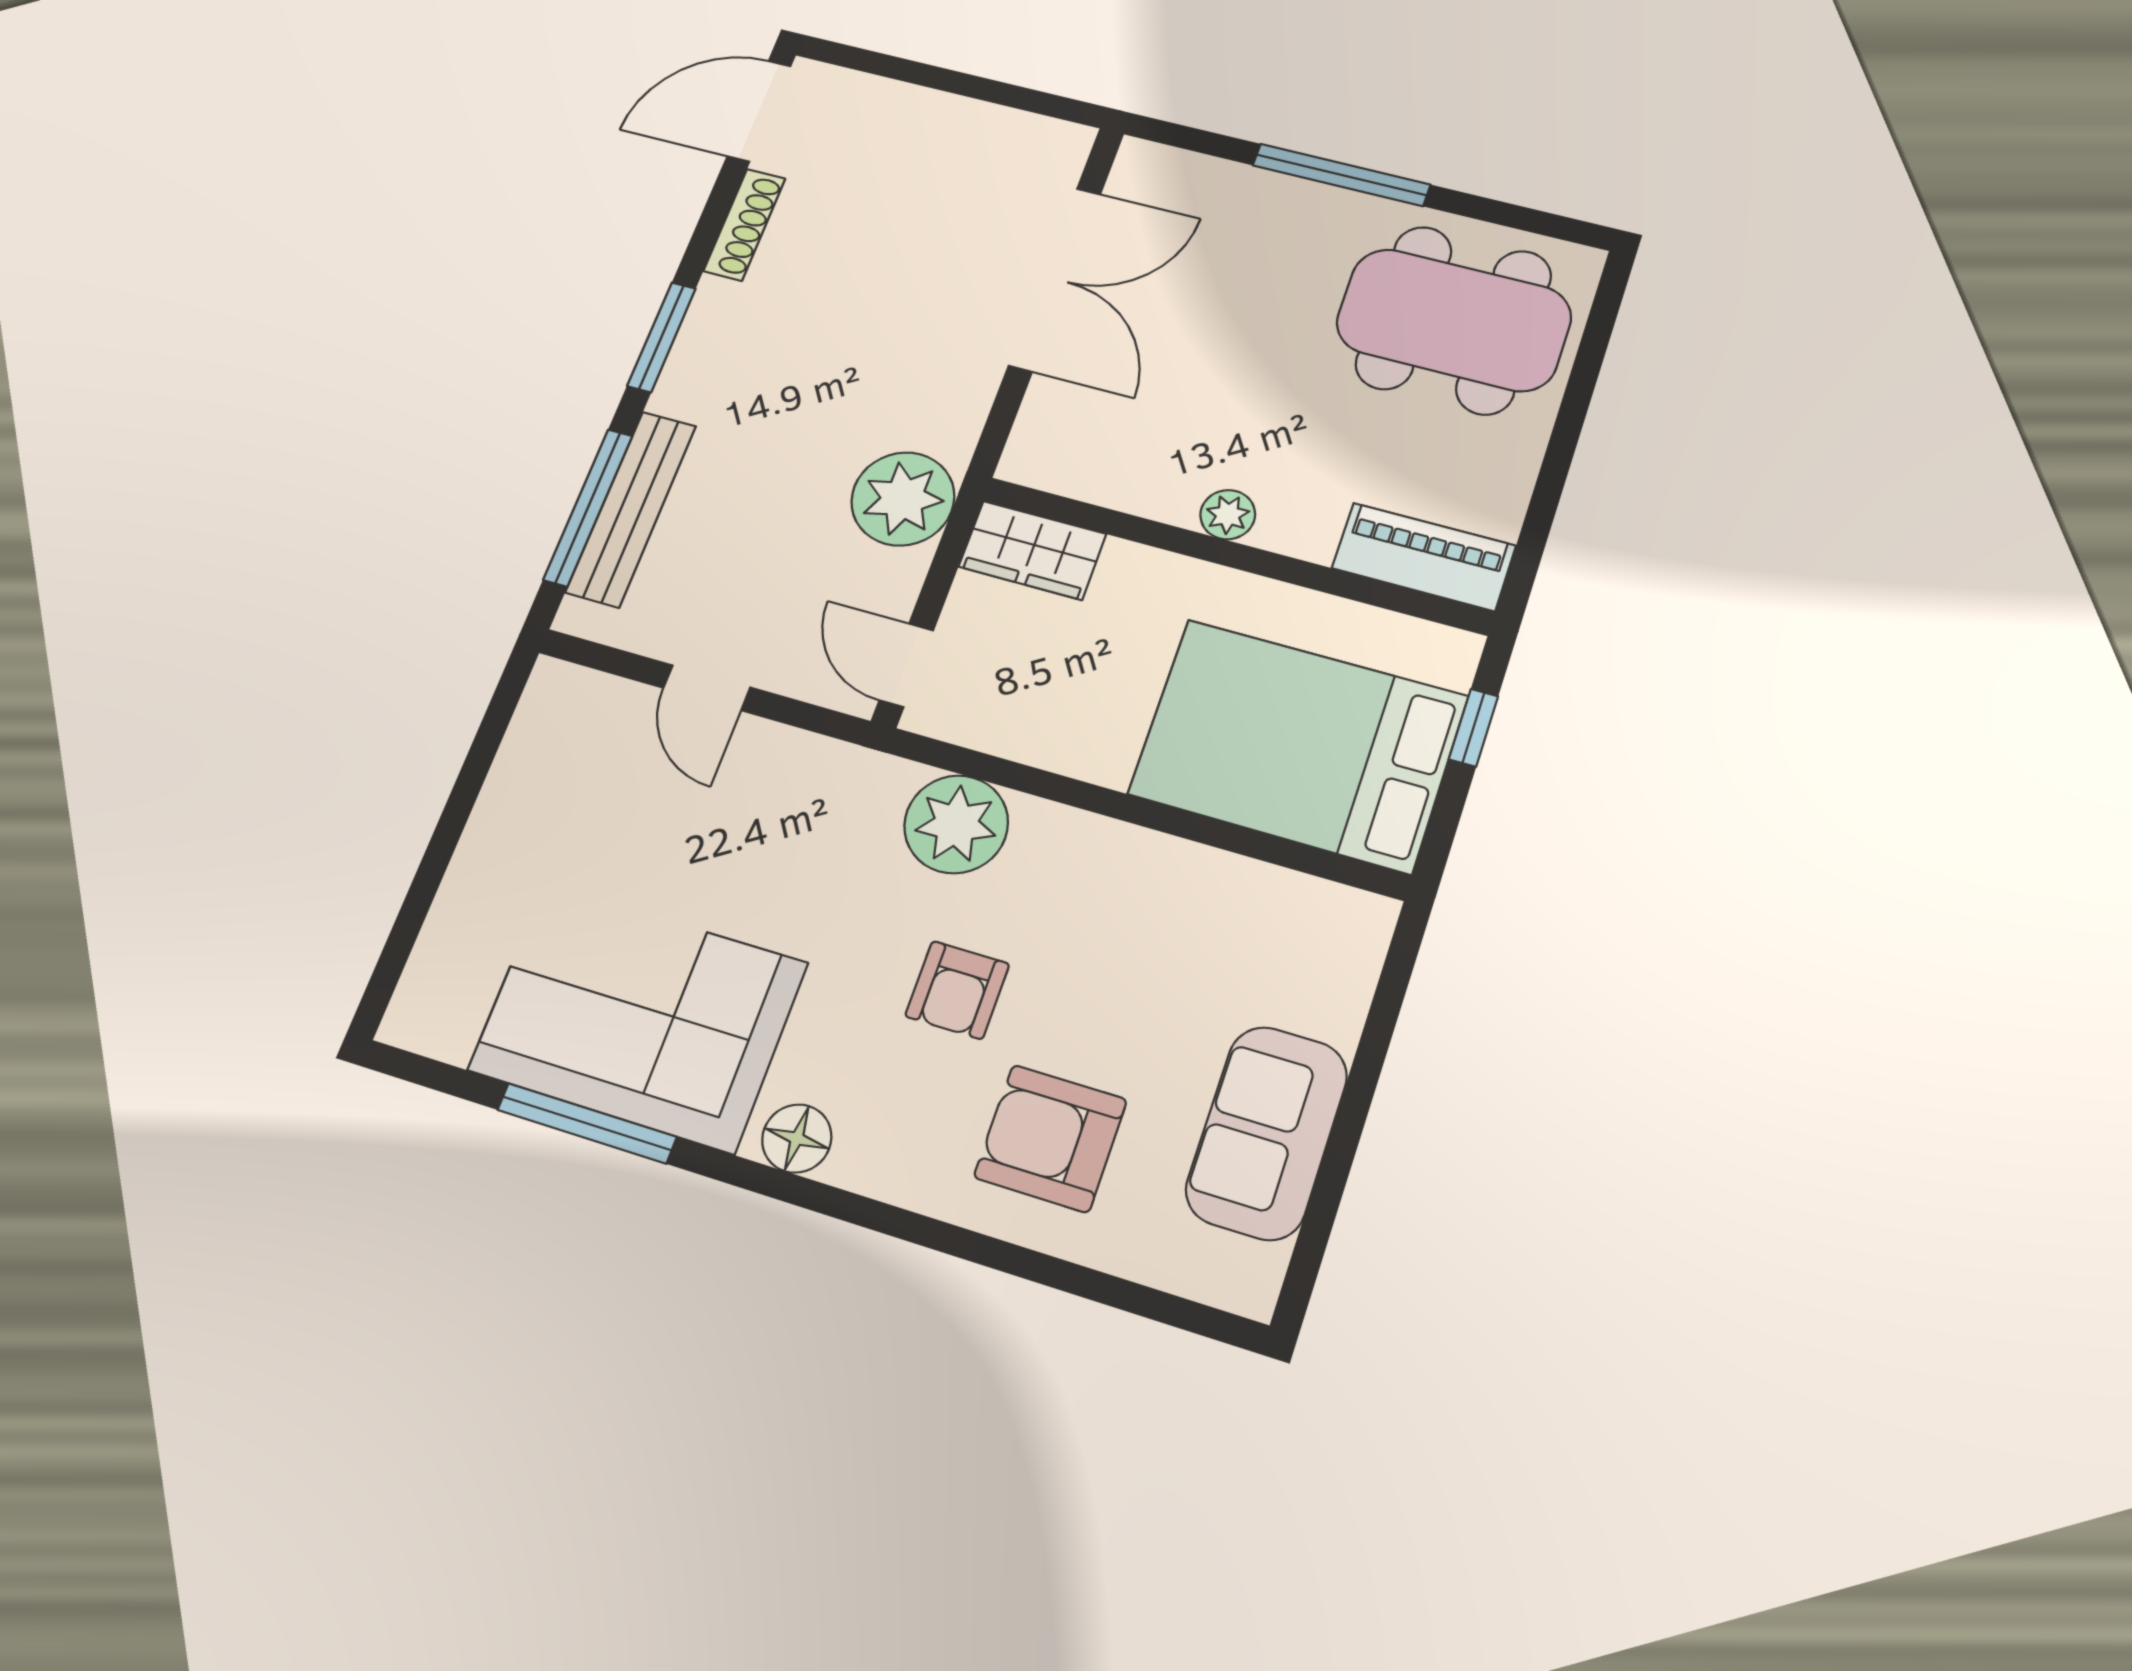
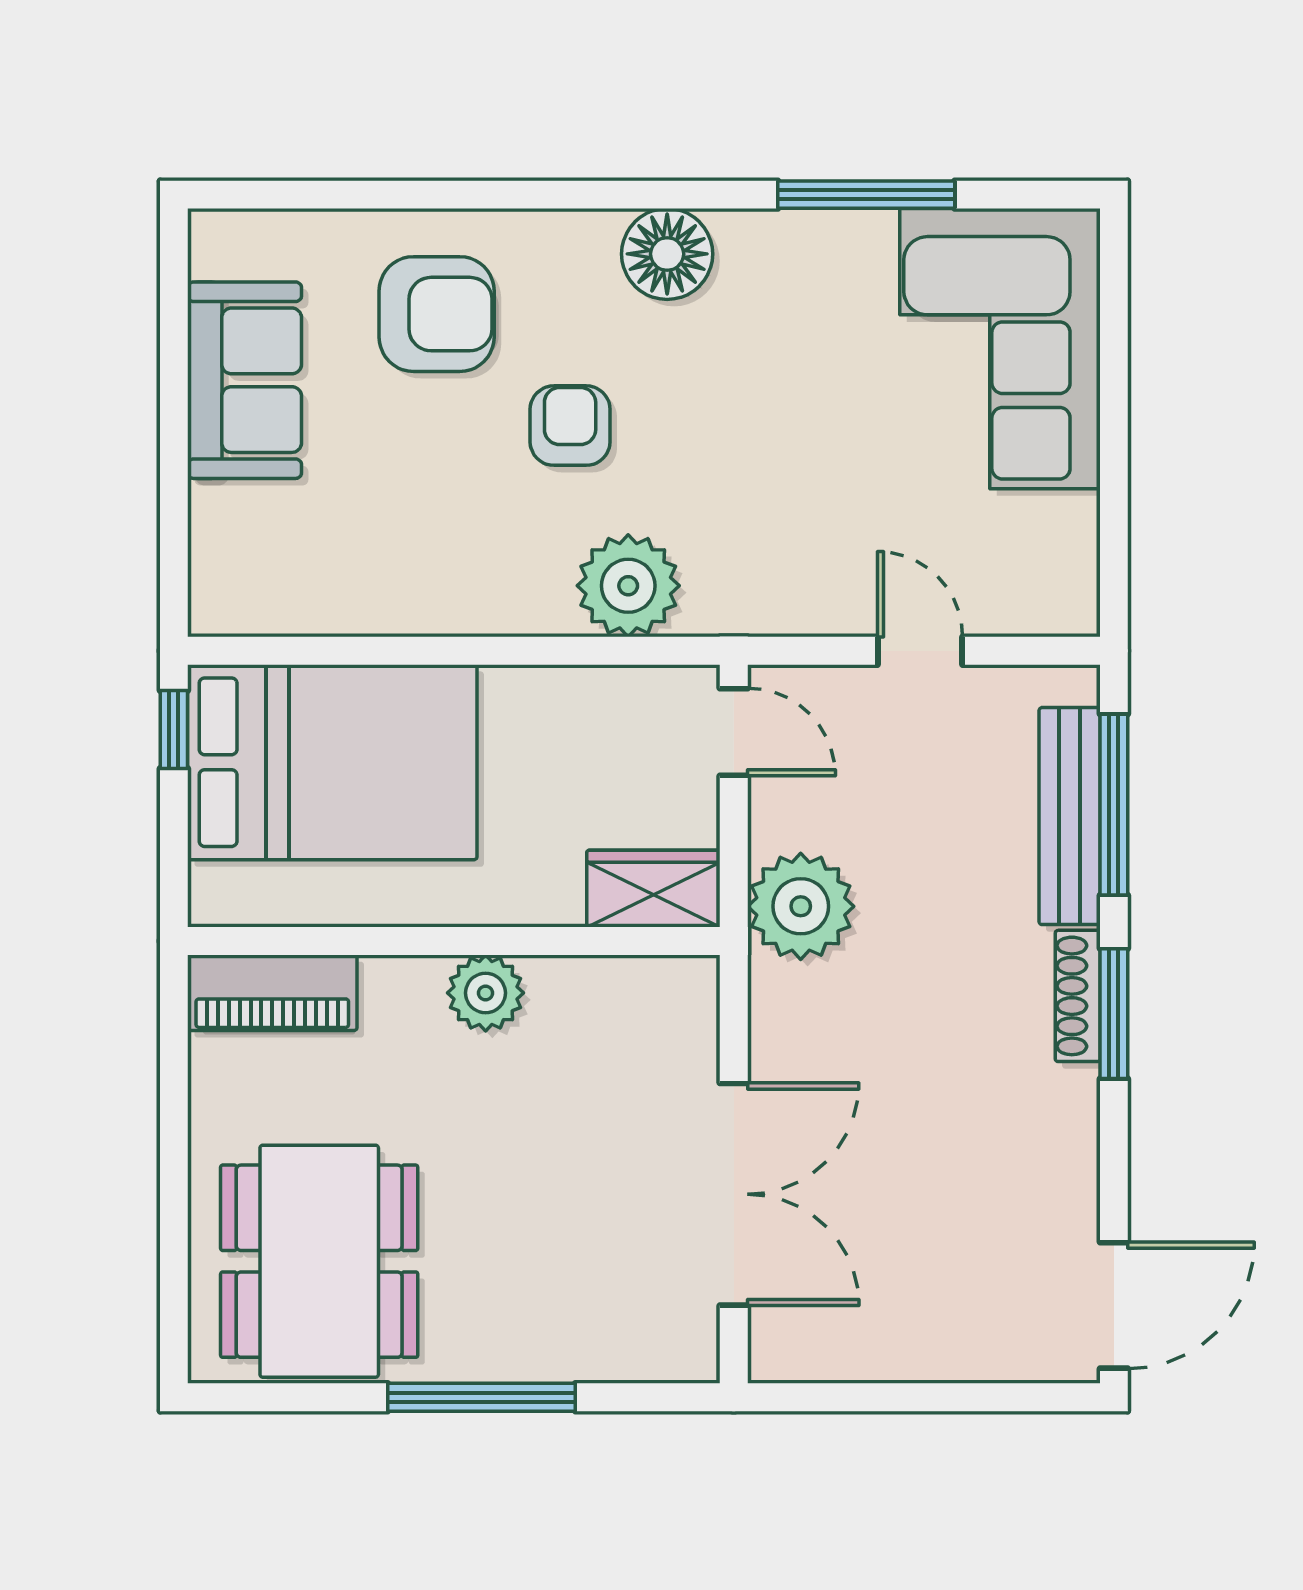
shoe rack: (744, 225) -> (1078, 996), moved
double door: (1055, 279) -> (734, 1194), swing flipped
dining table: (1454, 320) -> (319, 1261), turned 90
plant: (1228, 515) -> (486, 993), width x1.38, depth x1.38
window: (1473, 728) -> (174, 729), moved
corner sofa: (638, 1016) -> (1000, 349), moved, turned 90
floor lamp: (797, 1138) -> (667, 254), width x1.38, depth x1.38

